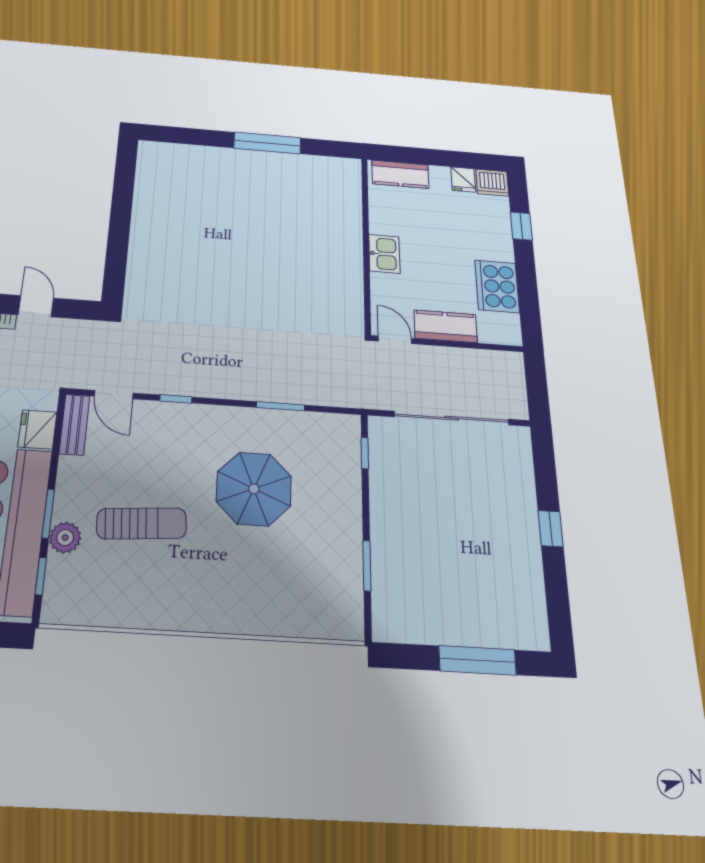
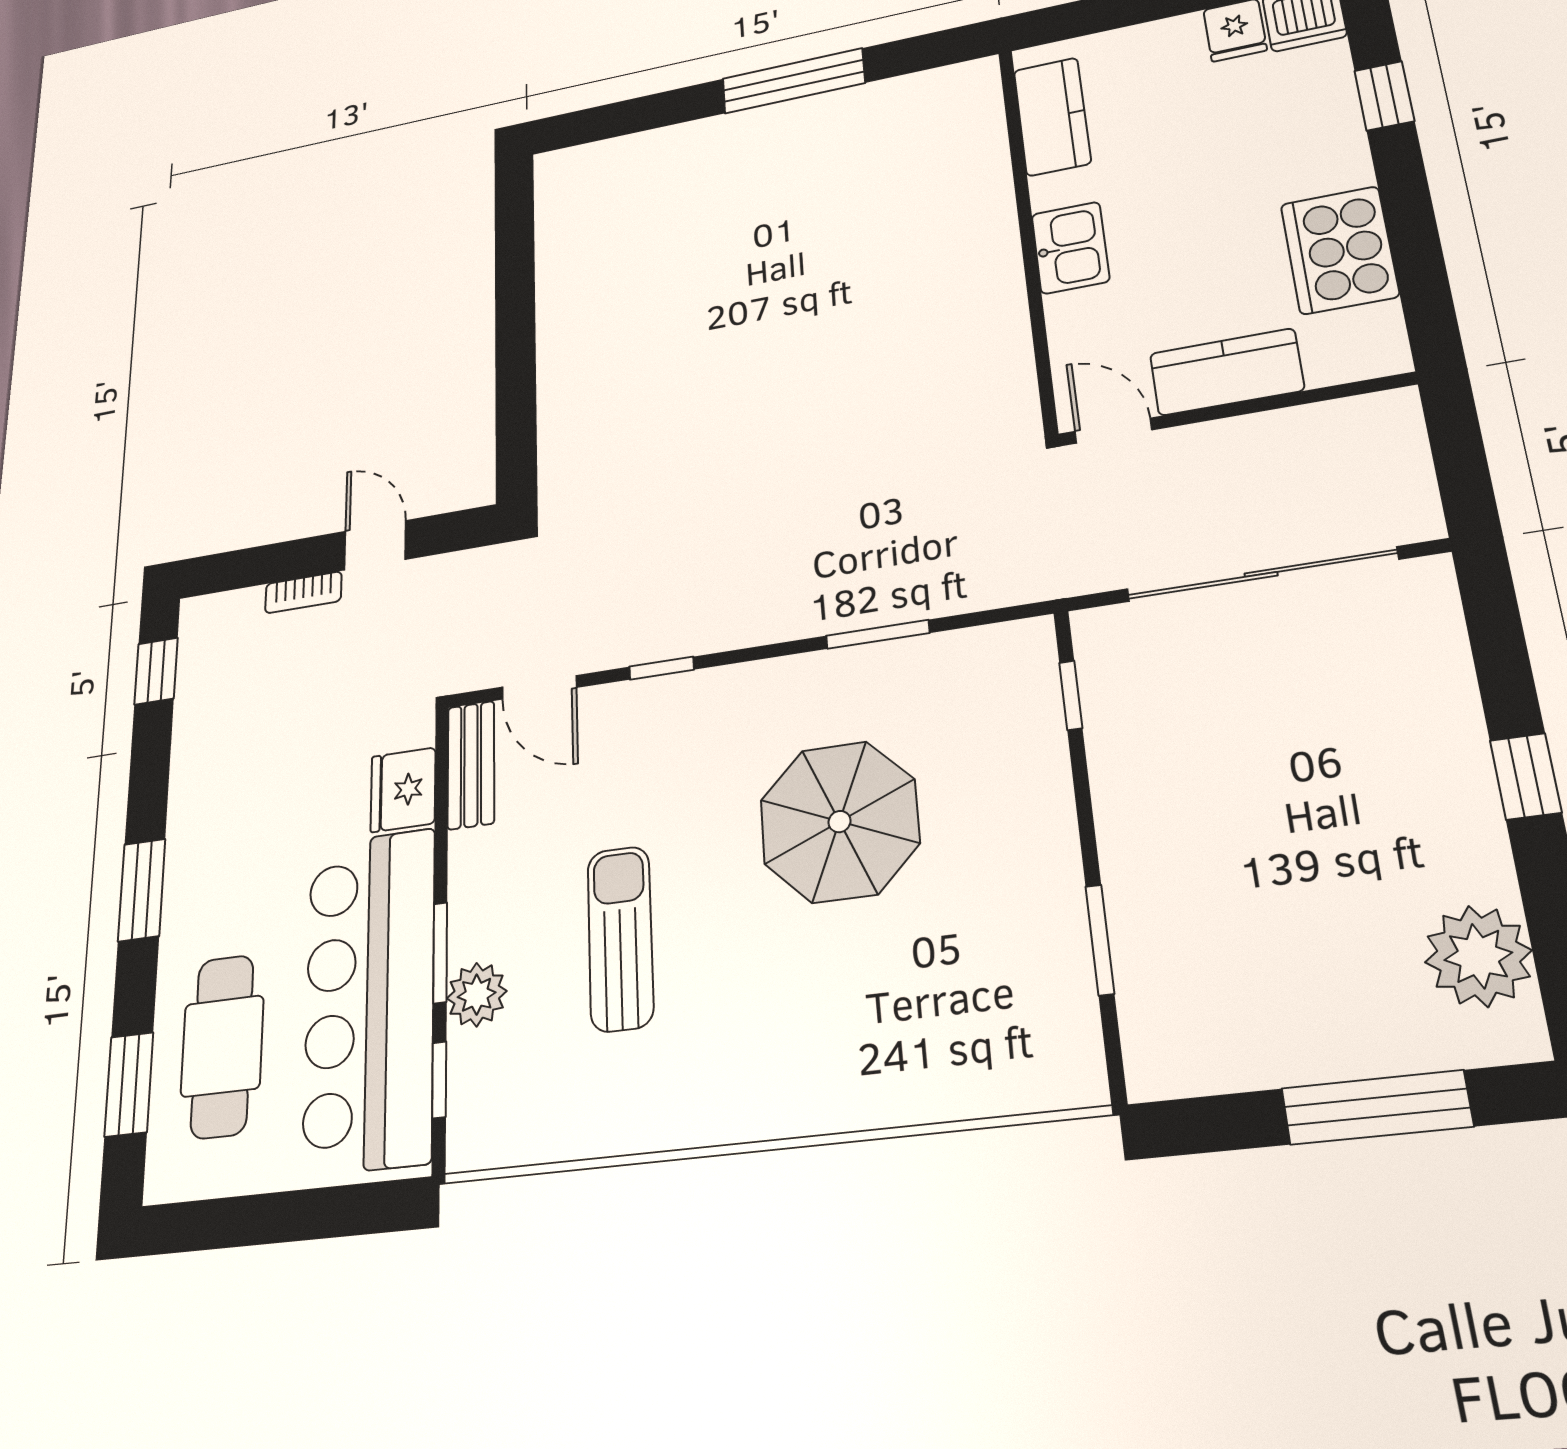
kitchen counter: (400, 174) -> (1052, 117), moved, turned -90
sun lounger: (142, 523) -> (620, 938), turned -86
plant: (525, 602) -> (1478, 956), added

